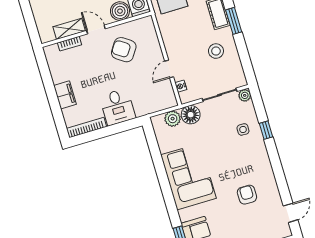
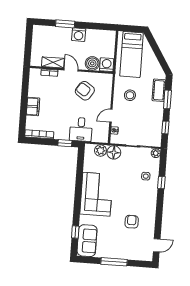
stool: (216, 51) -> (130, 95), moved
window: (245, 58) -> (165, 127), added
desk: (117, 107) -> (81, 129), moved
window: (124, 126) -> (65, 143), added

